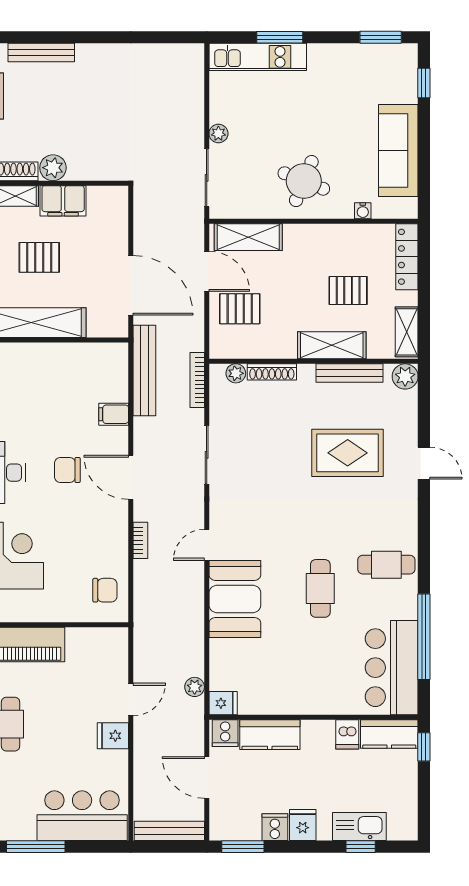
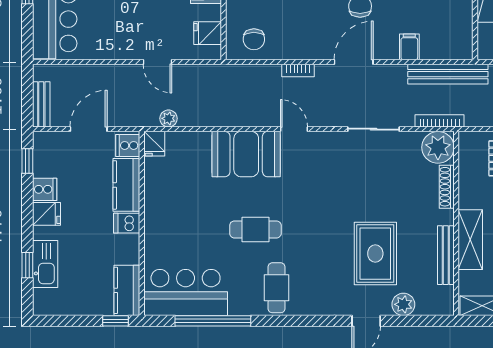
plant: (236, 373) -> (438, 147), width x1.87, depth x1.87
plant: (405, 376) -> (403, 304), moved
dishwasher: (347, 734) -> (127, 223), moved
fridge: (113, 736) -> (208, 33), moved, turned -90
bench: (169, 831) -> (41, 104), width x0.73
window: (243, 847) -> (27, 161), width x0.67

